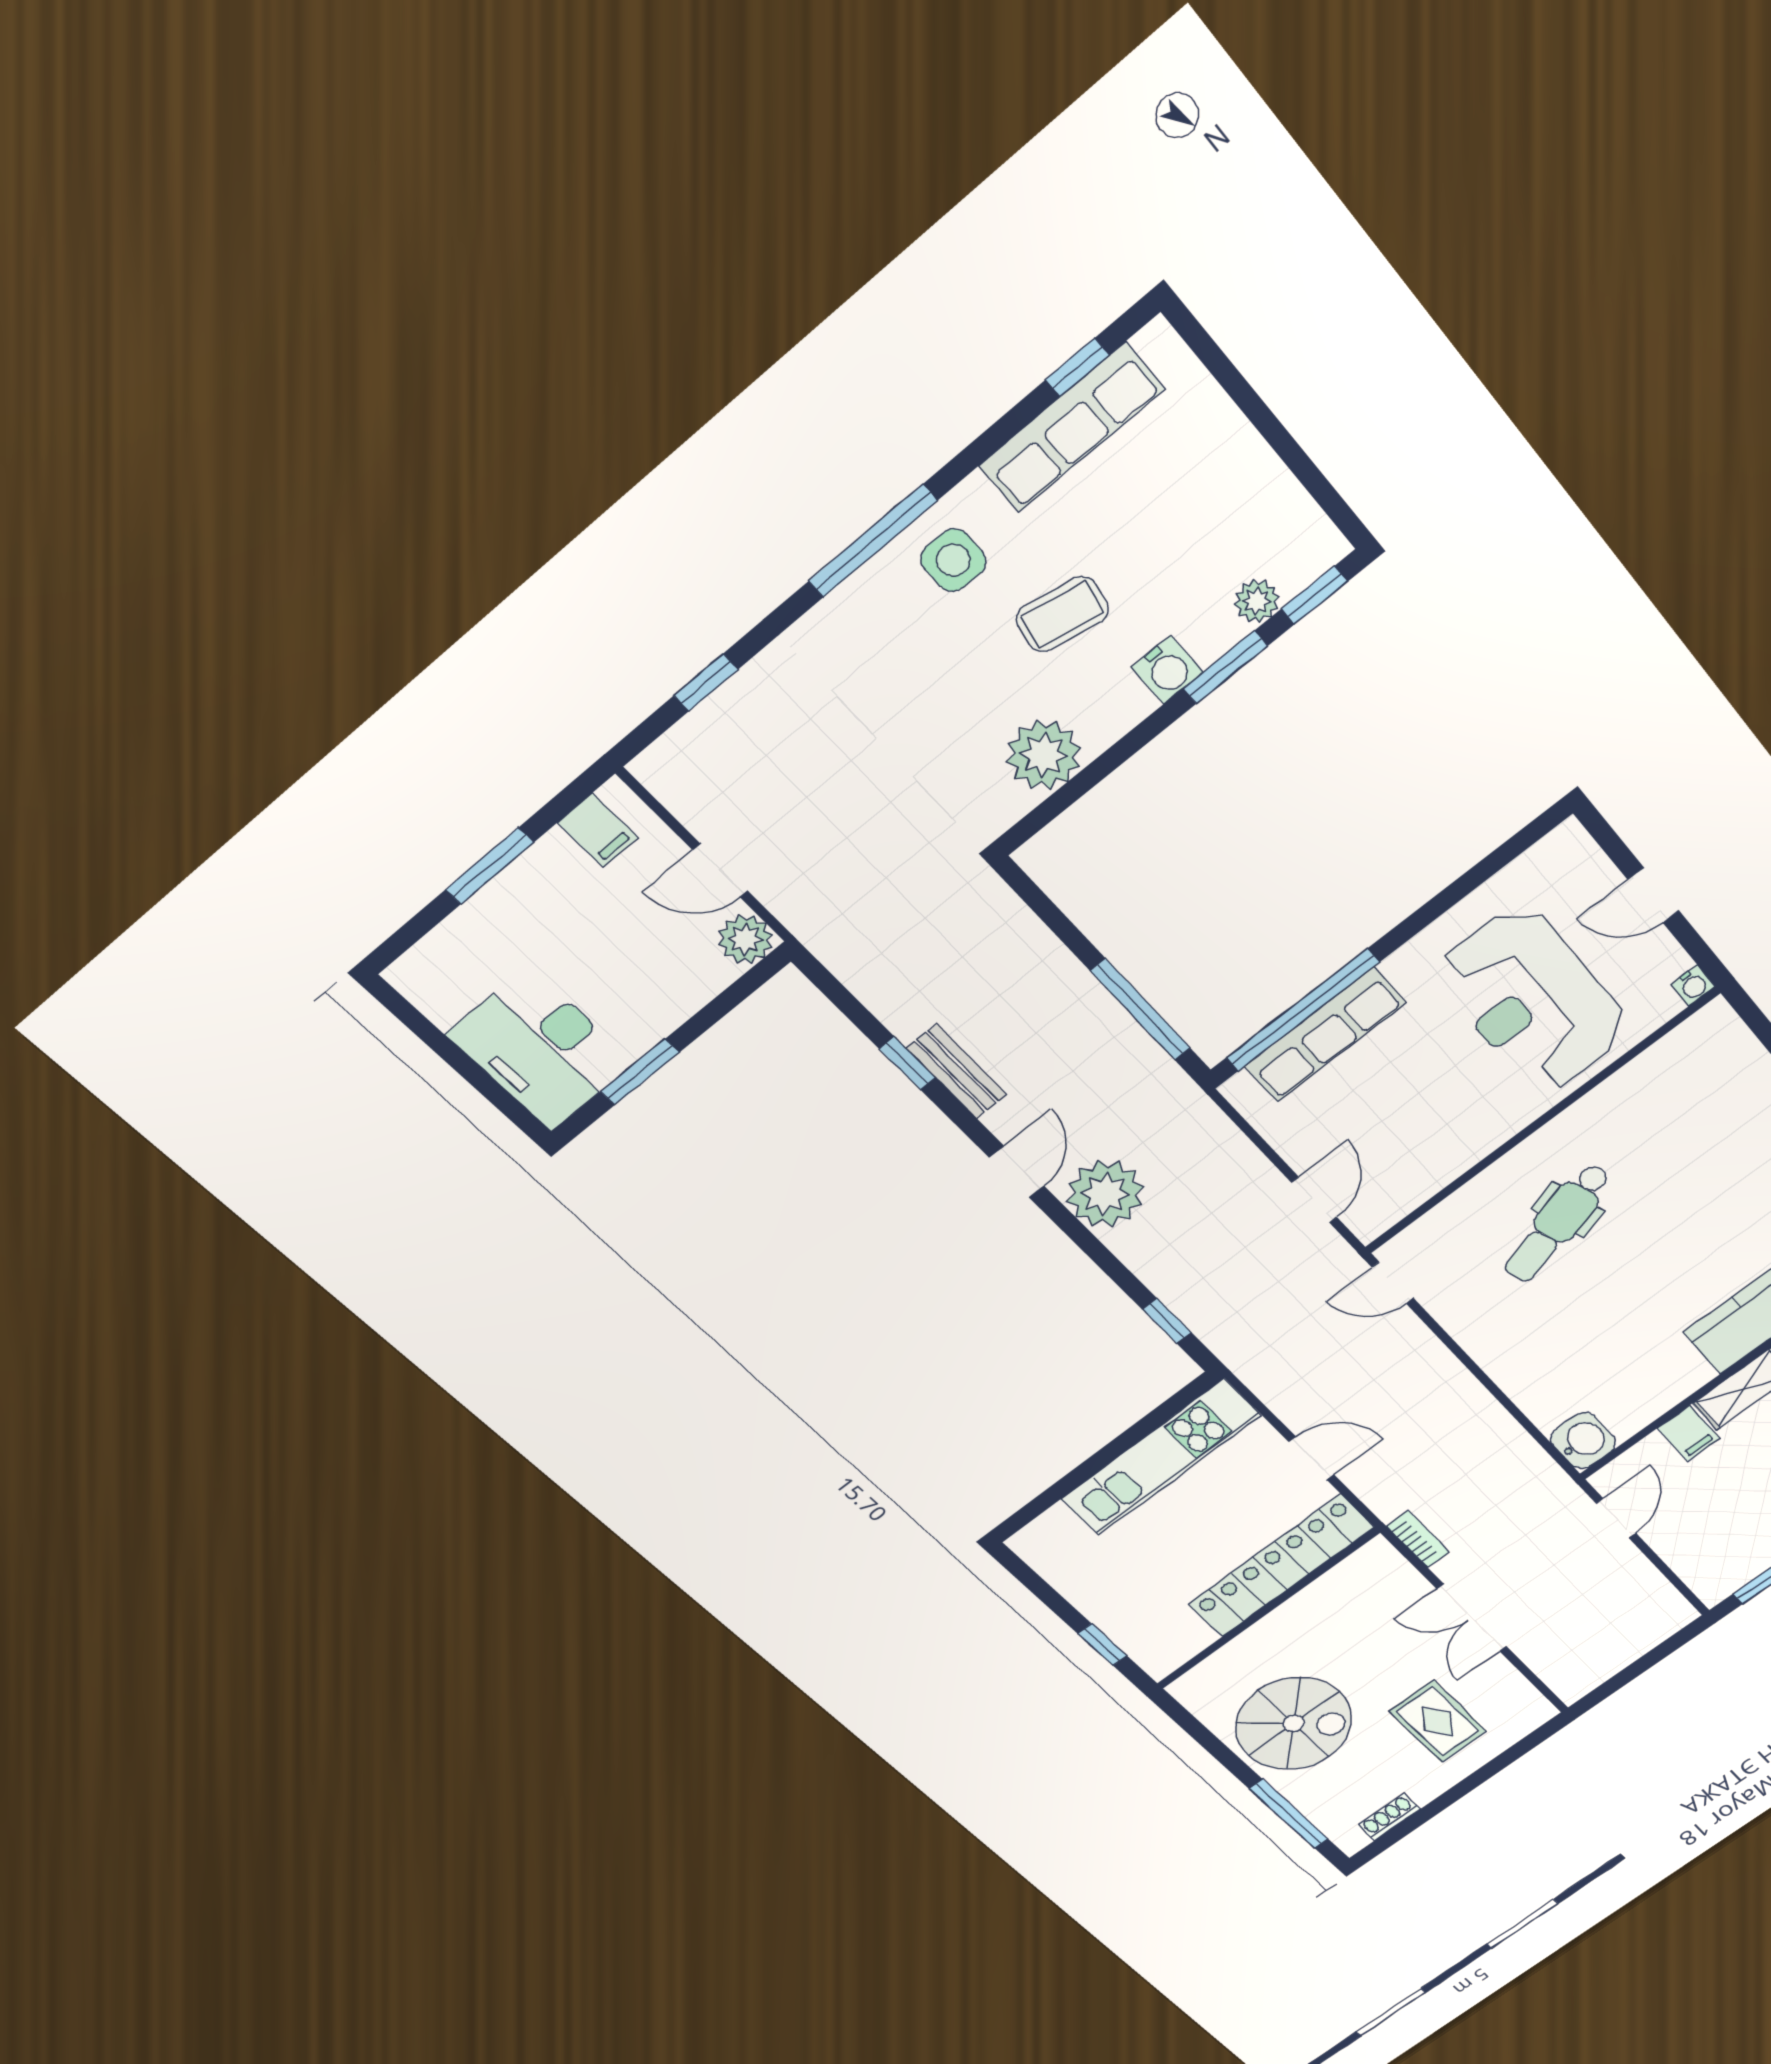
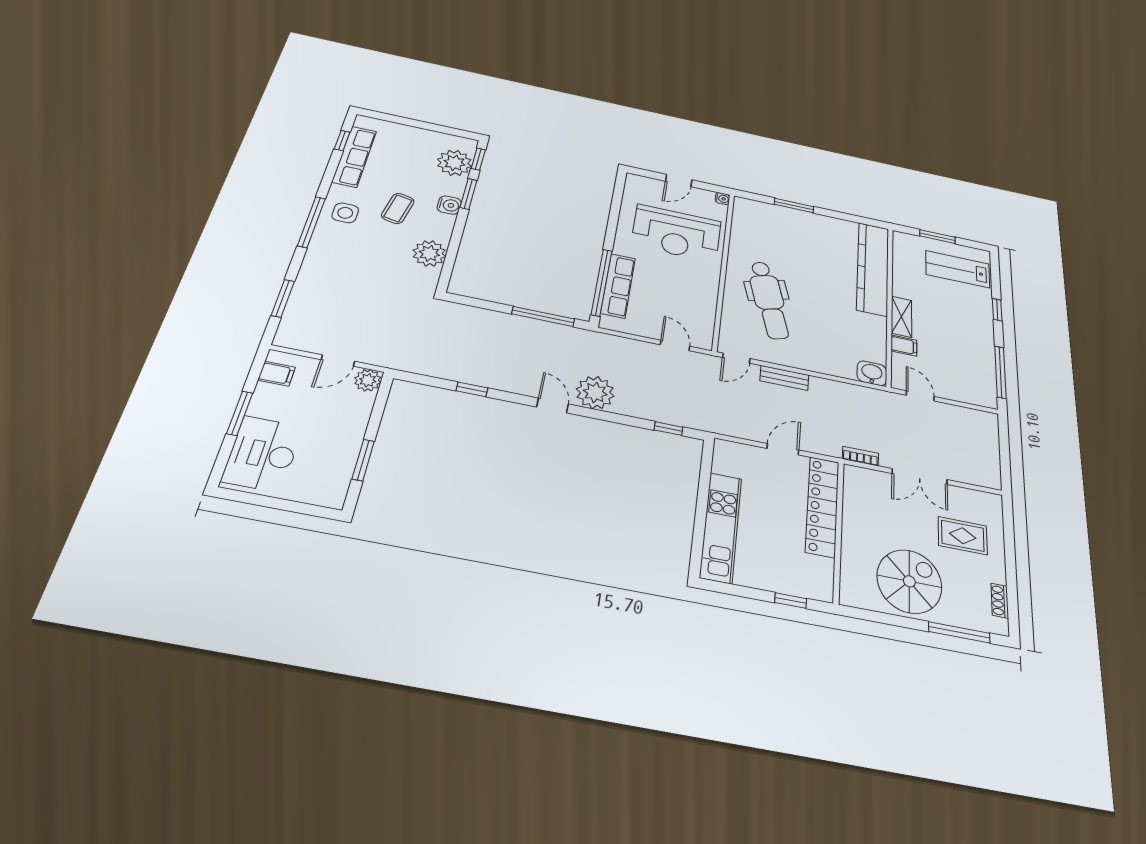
plant: (1257, 601) -> (454, 163), width x1.87, depth x1.87
window: (706, 682) -> (283, 298), width x1.50
desk: (540, 1049) -> (263, 454), moved, turned 90
bench: (957, 1071) -> (784, 378), moved
dental chair: (1557, 1223) -> (769, 300), width x1.36, depth x1.38
kitchen unit: (1161, 1457) -> (721, 527), moved

